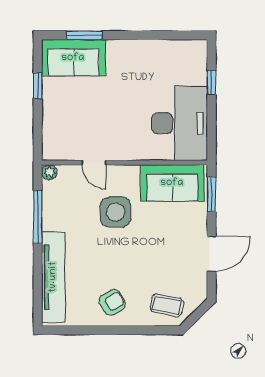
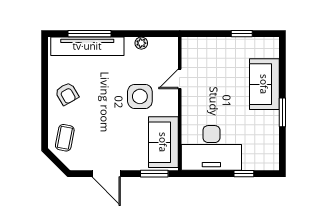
window: (84, 35) -> (282, 112), moved
sofa: (73, 58) -> (264, 84), moved
plant: (49, 172) -> (141, 43), moved
window: (38, 217) -> (89, 34), moved

